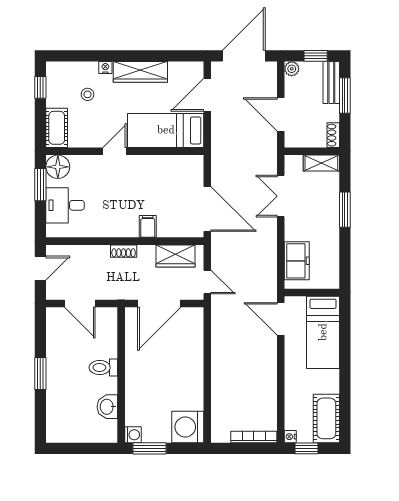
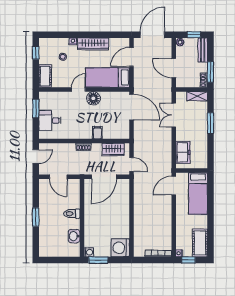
window: (345, 96) -> (211, 72), moved
floor lamp: (58, 167) -> (93, 98), moved
door: (207, 209) -> (132, 107), moved
door: (281, 319) -> (174, 186), hinge flipped

